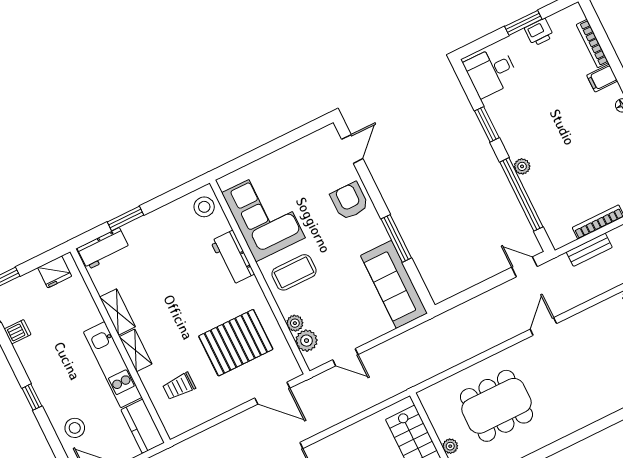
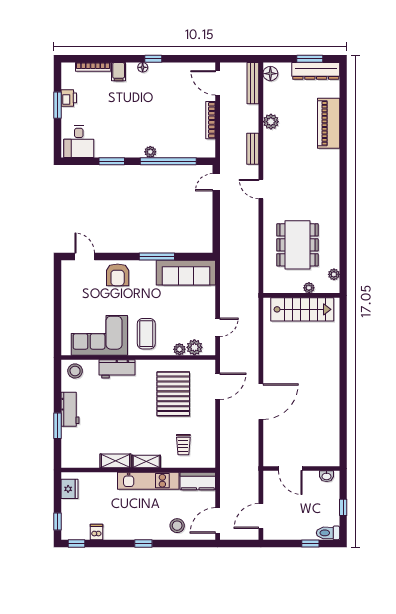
armchair: (349, 201) -> (118, 275), turned -90
workbench: (103, 249) -> (70, 409), moved
bench: (589, 250) -> (253, 149), moved

